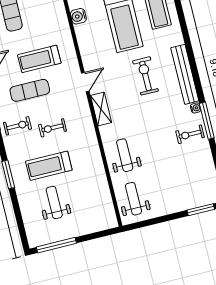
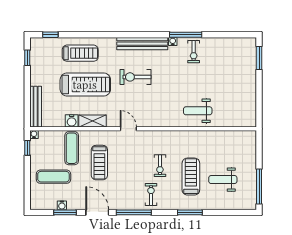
exercise mat: (30, 90) -> (72, 148), moved
shelving: (101, 109) -> (93, 121), moved
treadmill: (49, 166) -> (191, 177), turned 180
weight bench: (134, 199) -> (236, 112), removed

